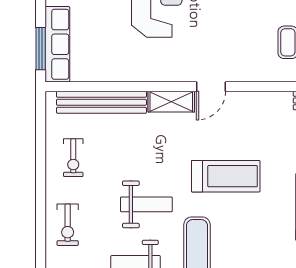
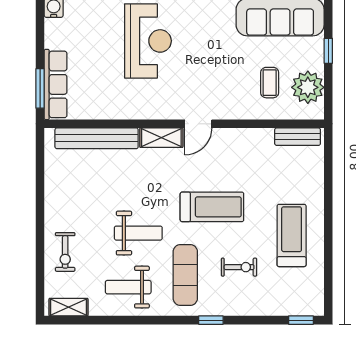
exercise bike: (73, 158) -> (239, 267), moved, turned -90

